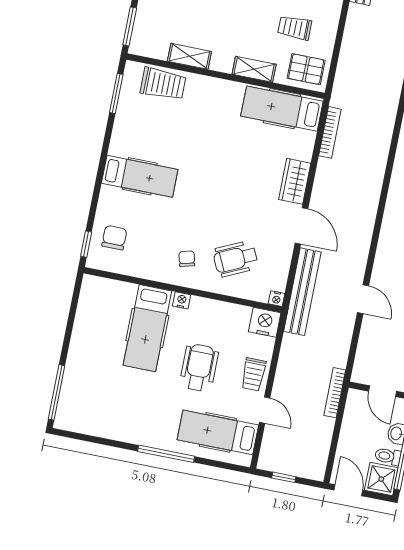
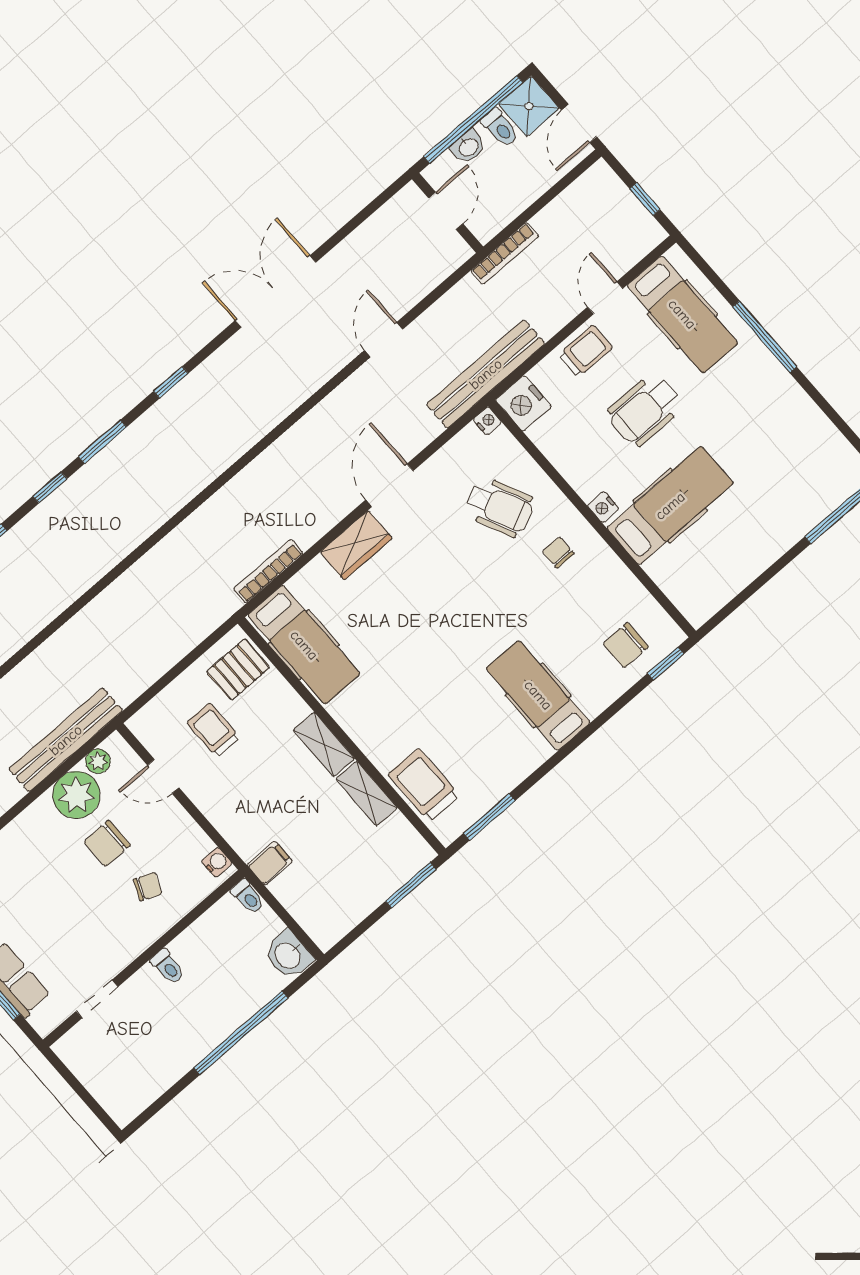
trolley: (295, 28) -> (213, 730), turned 180
shelving: (254, 69) -> (324, 744), moved
pallet: (306, 69) -> (238, 670), turned 90
chair: (187, 259) -> (558, 552), turned 104
bench: (302, 292) -> (486, 374), moved

